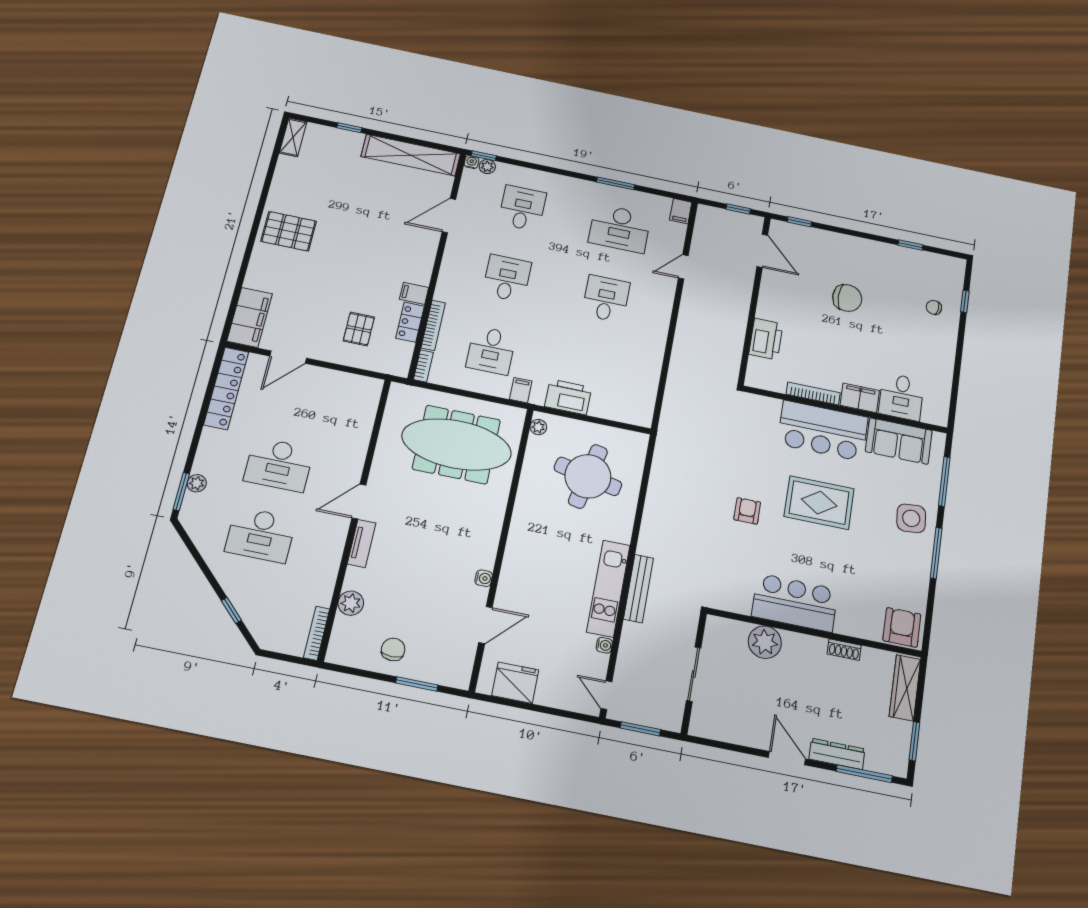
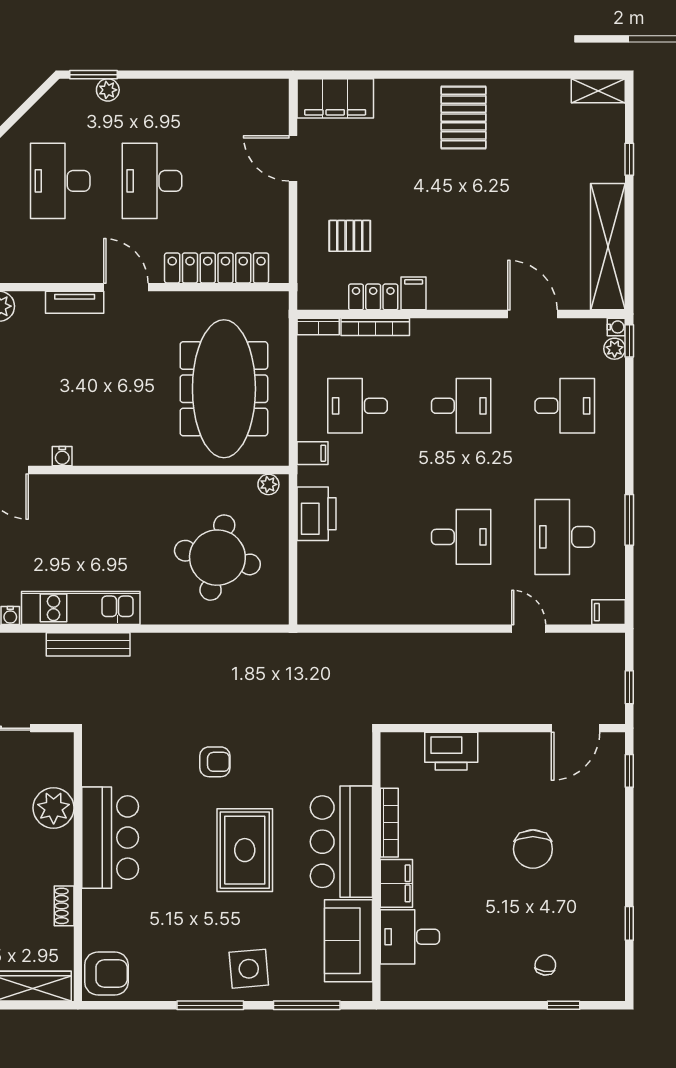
locker: (226, 388) -> (217, 268), moved, turned 180

